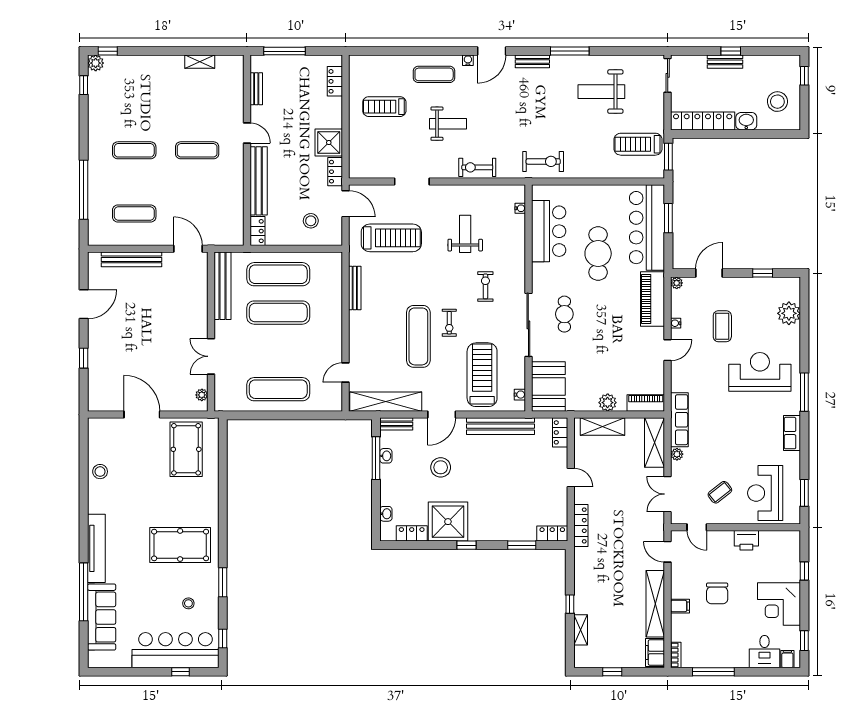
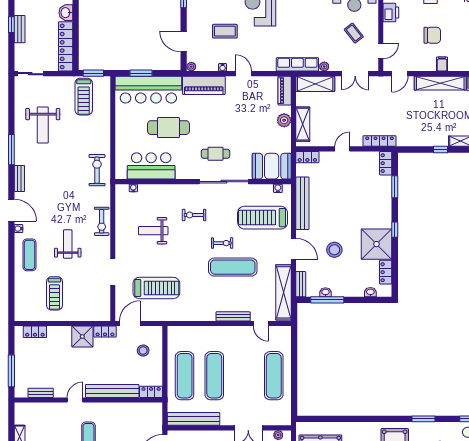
treadmill: (391, 238) -> (156, 288), turned 90
bench: (355, 288) -> (233, 316), moved

